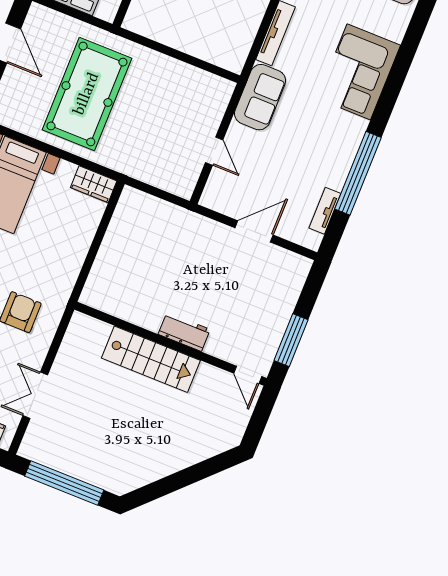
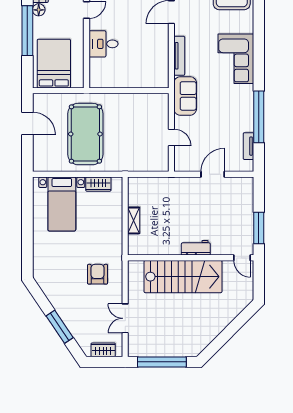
wardrobe: (94, 184) -> (98, 184), moved
shelving: (107, 253) -> (134, 221), added
stairs: (151, 359) -> (183, 277), width x1.36, depth x1.51

